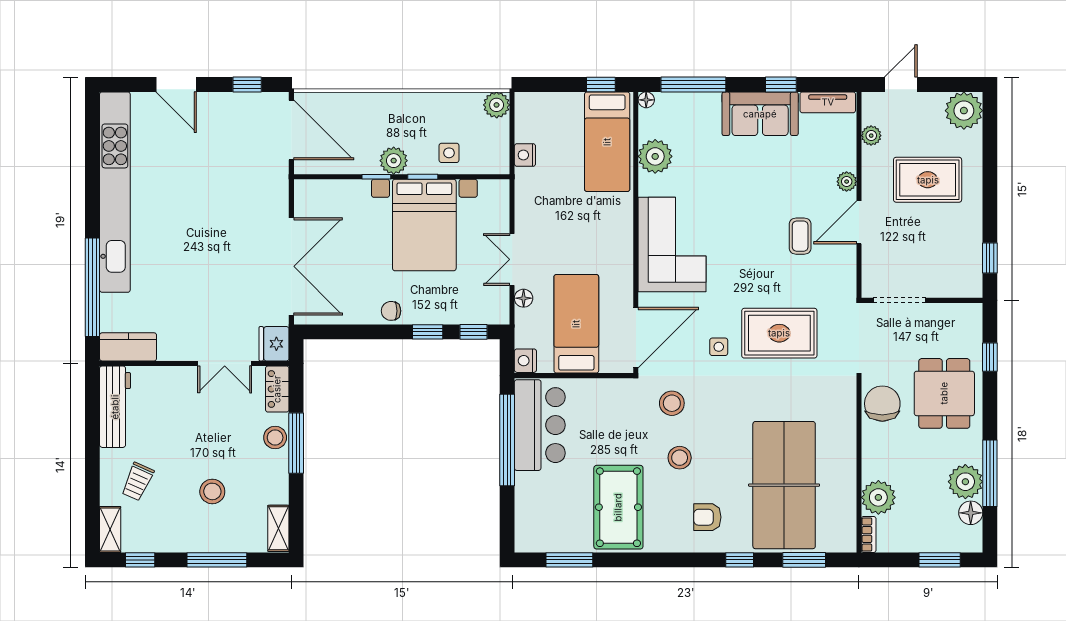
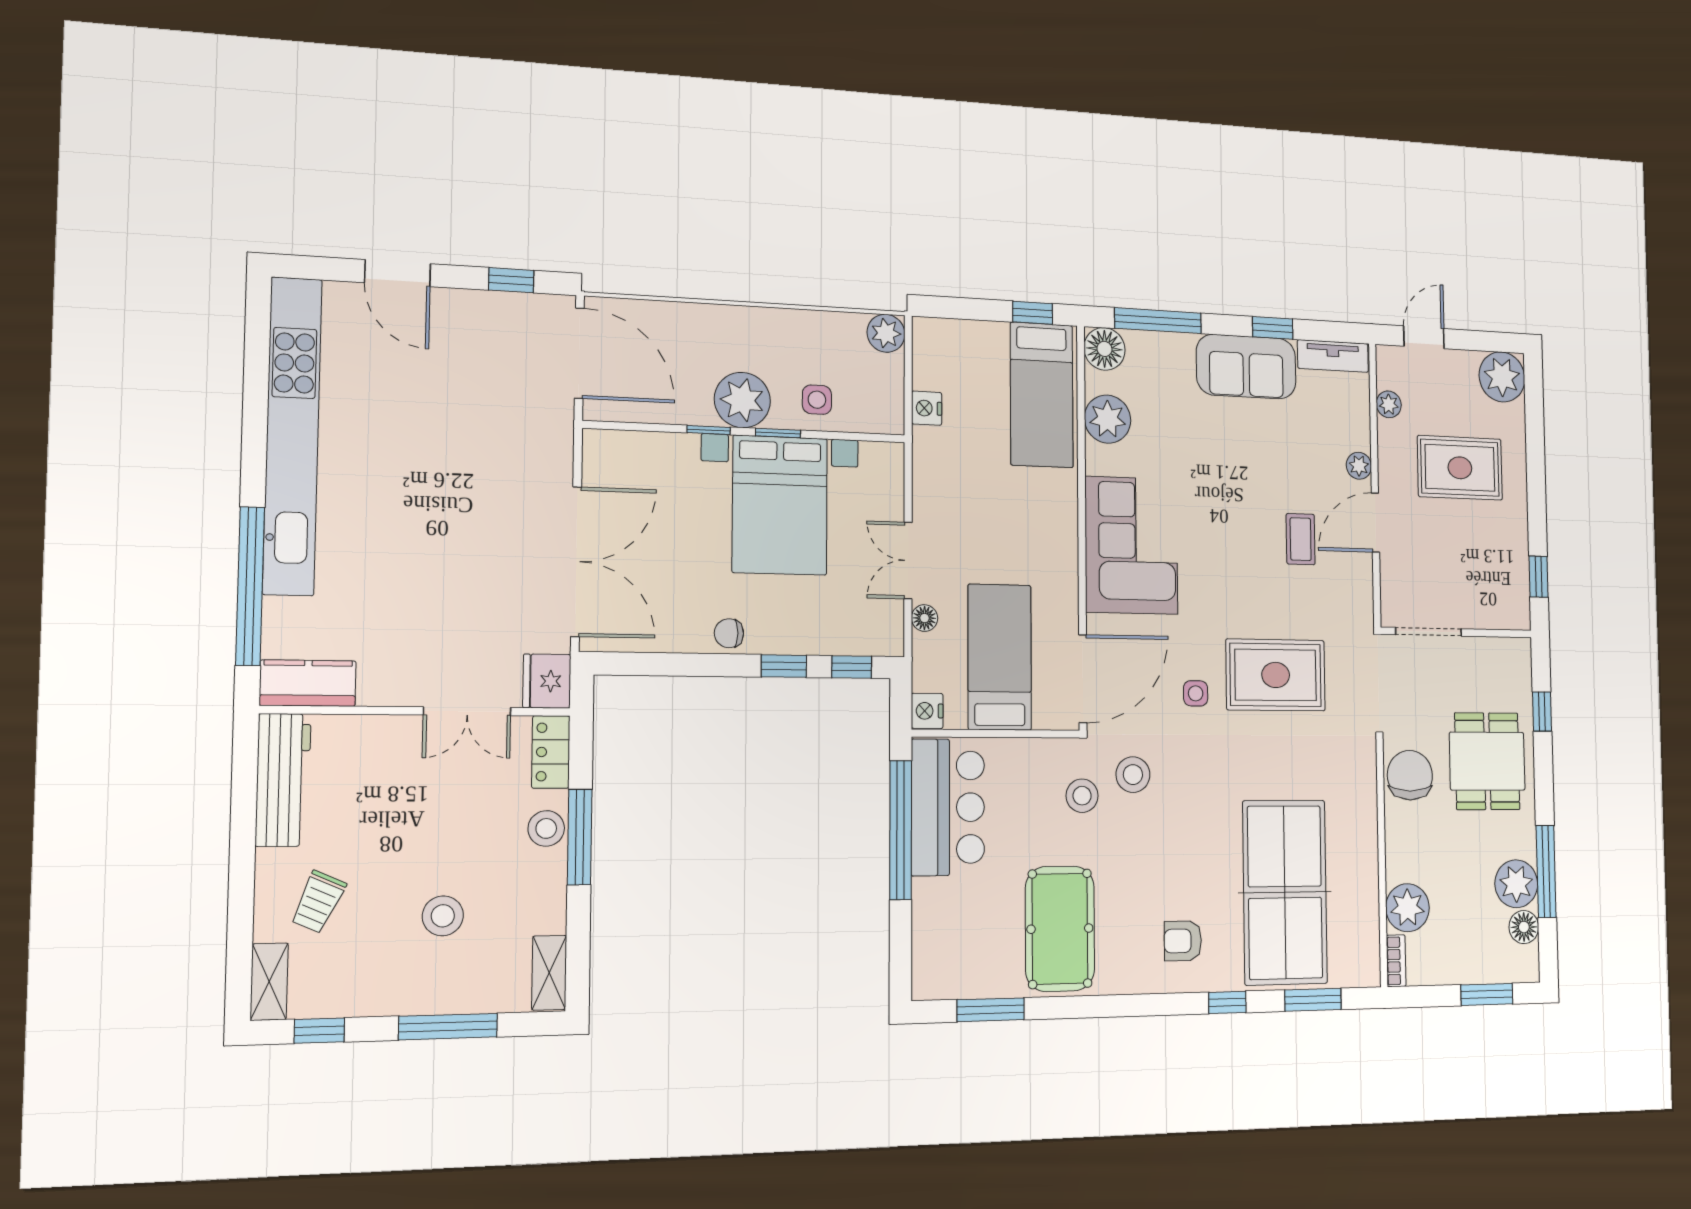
floor lamp: (646, 100) -> (1104, 349), width x1.89, depth x1.89
plant: (394, 161) -> (742, 400), width x1.36, depth x1.36
stool: (680, 458) -> (1082, 796), moved

